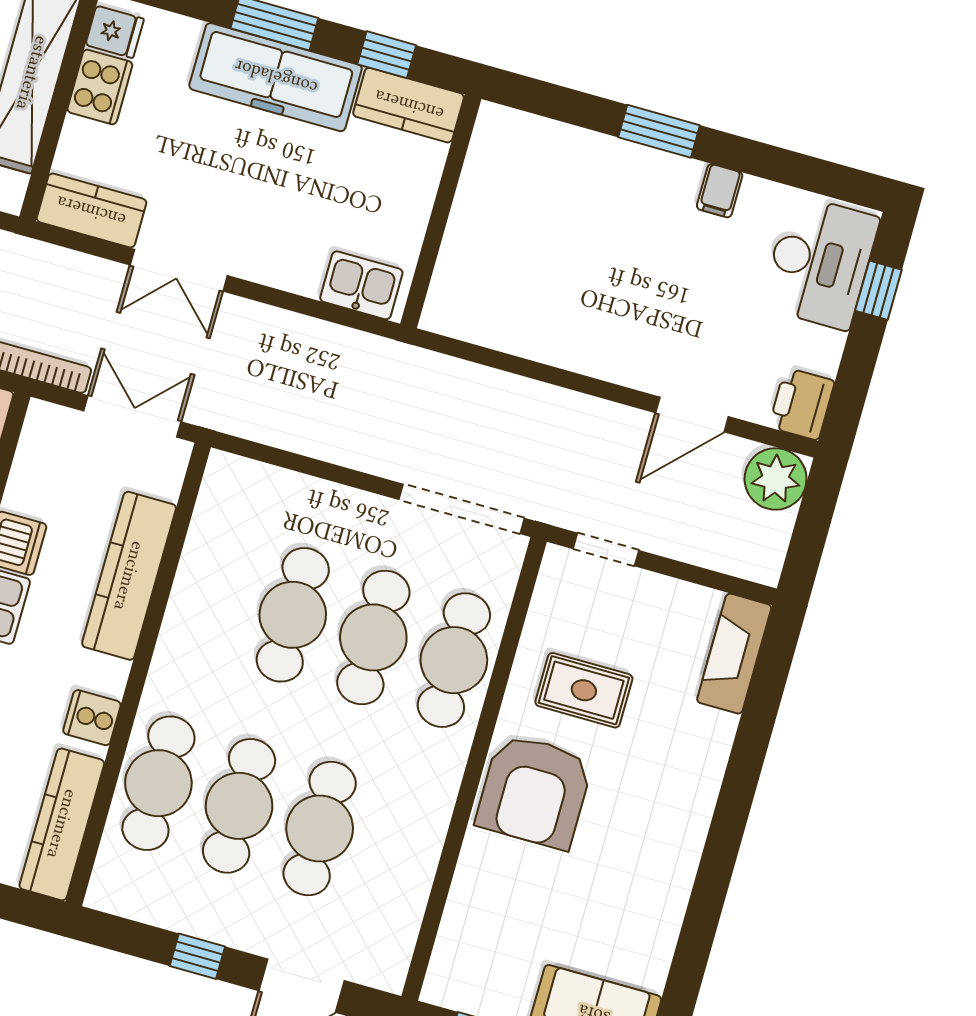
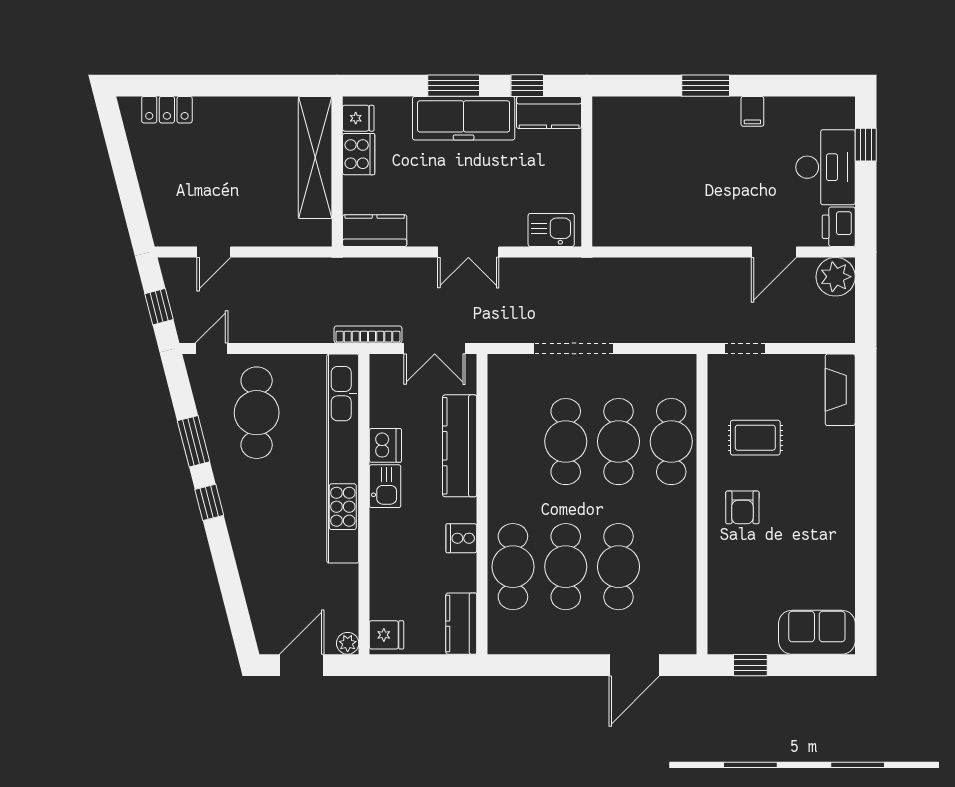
desk: (820, 262) -> (825, 167), moved
double door: (179, 270) -> (468, 252), moved
double door: (132, 416) -> (435, 348), swing flipped
doorway: (461, 509) -> (573, 348), moved
armchair: (534, 791) -> (742, 507), width x0.53, depth x0.53
kitchen counter: (62, 824) -> (461, 624), width x0.67
window: (197, 956) -> (566, 665), removed

